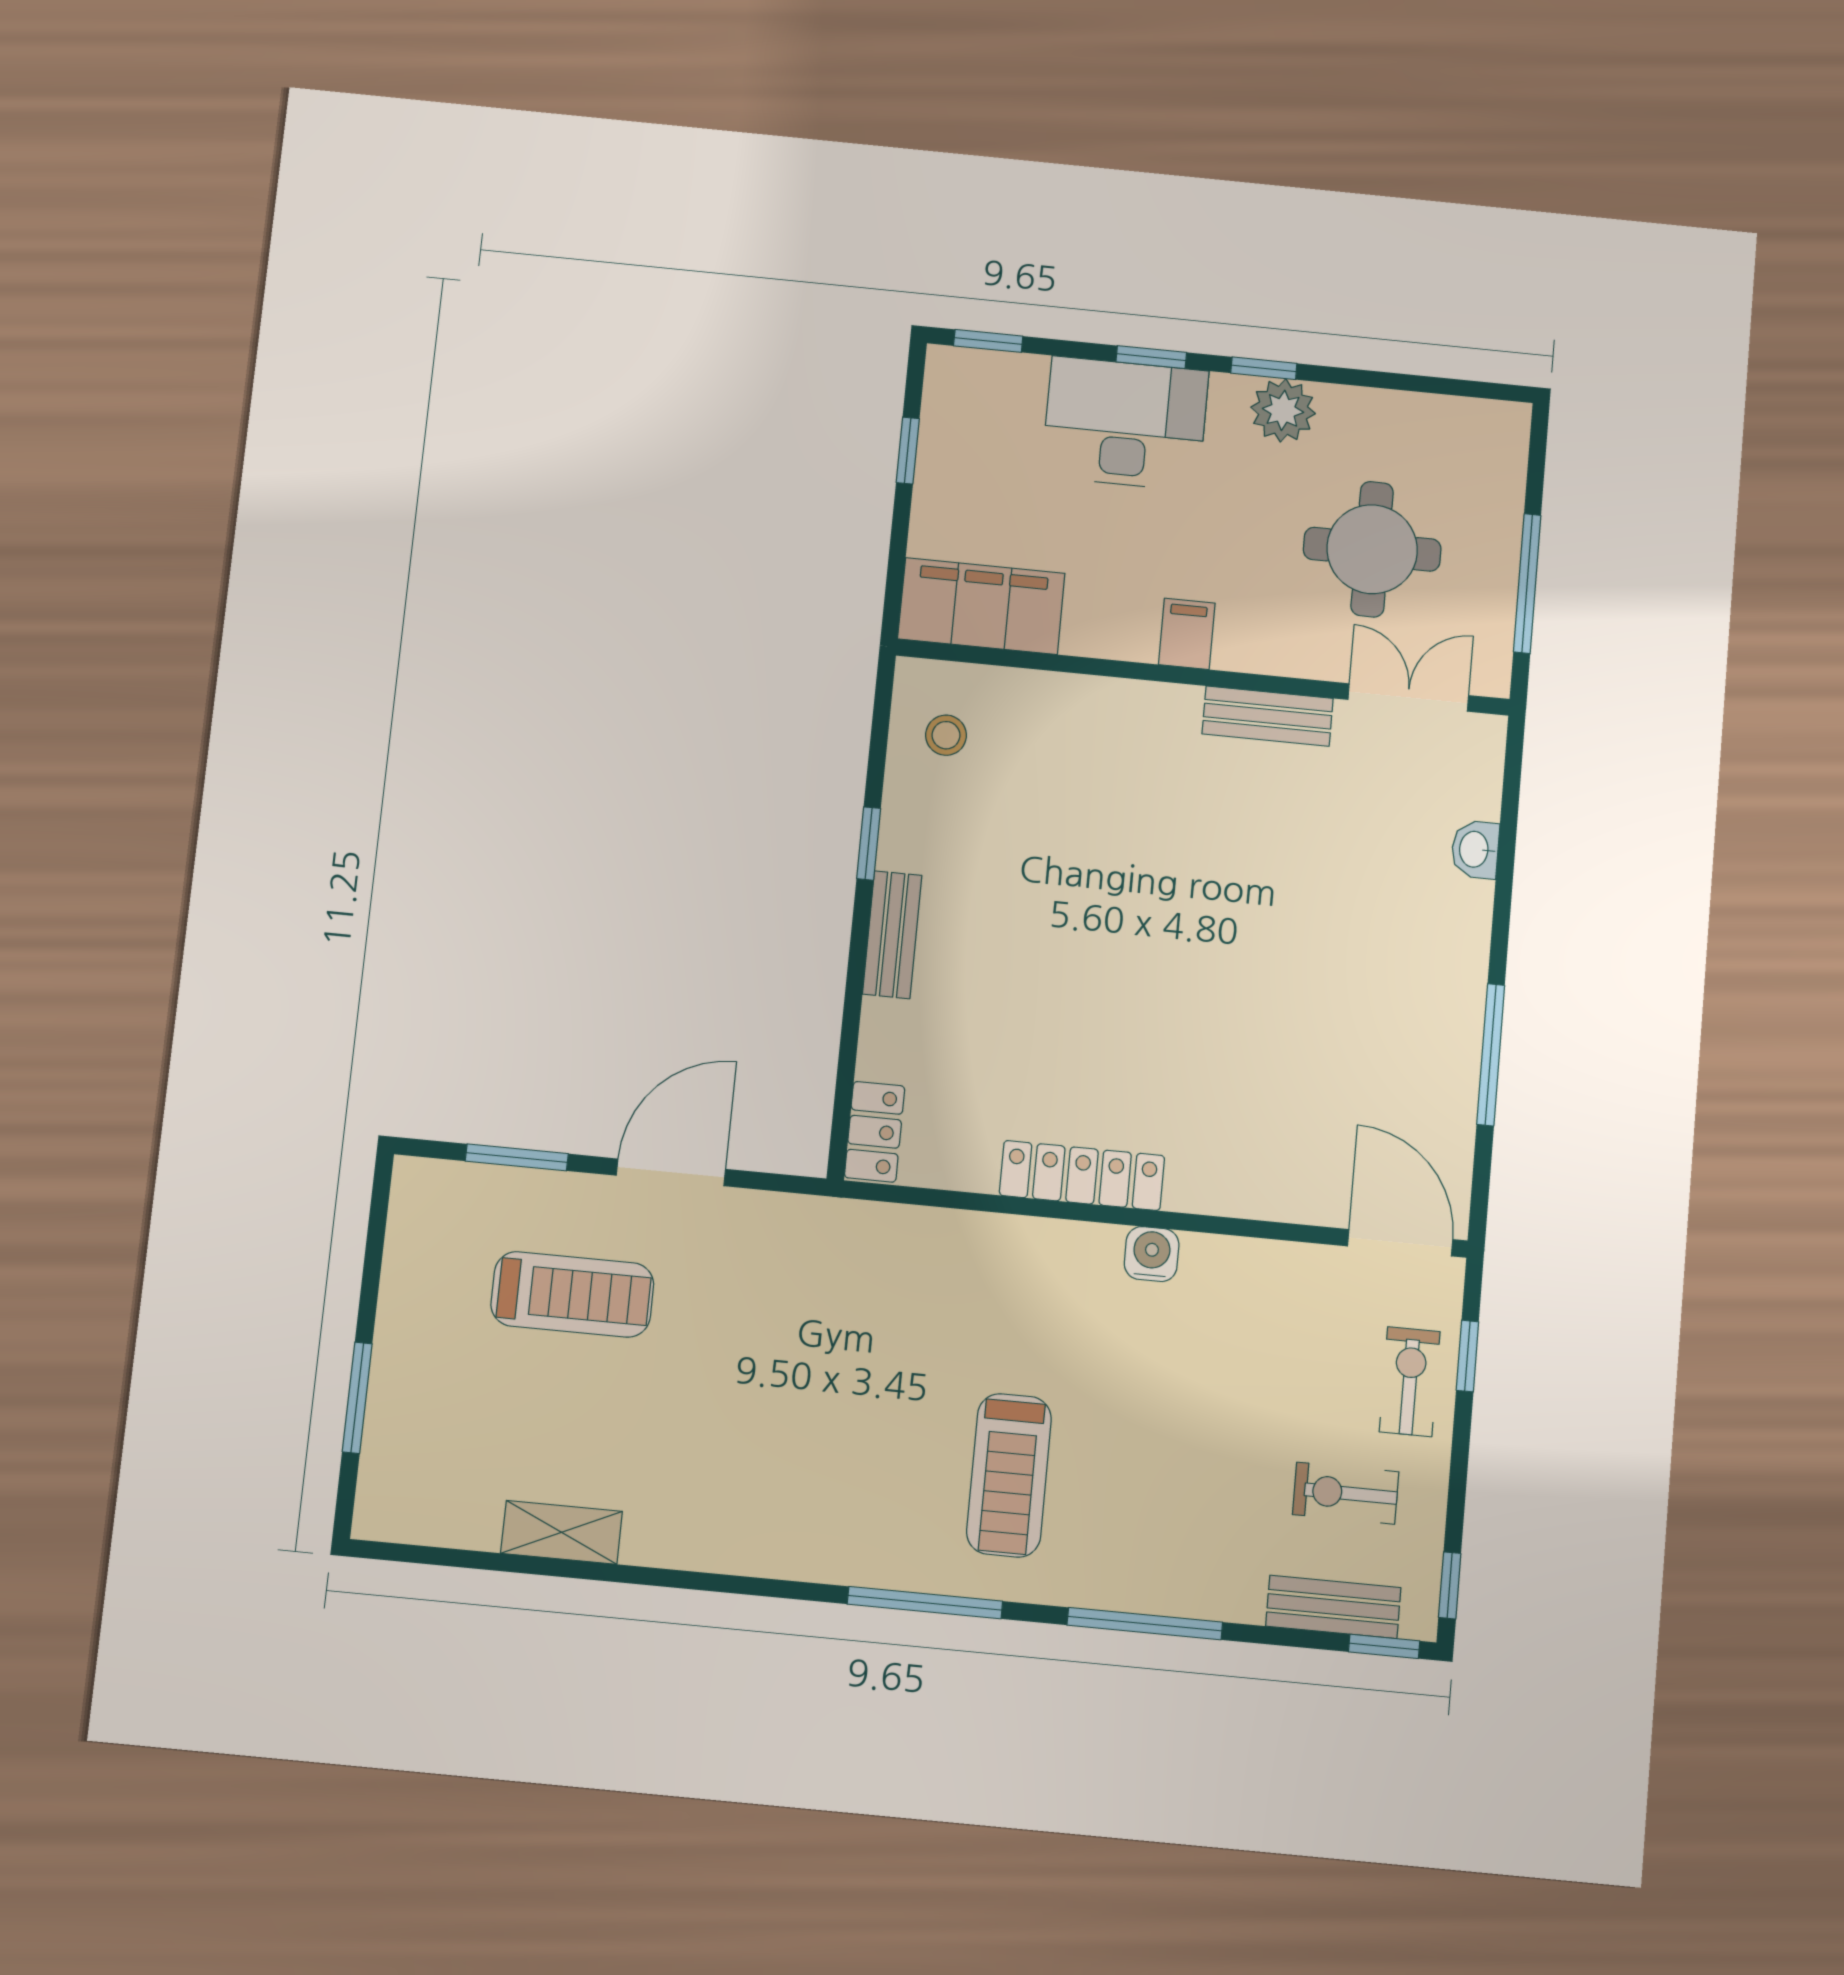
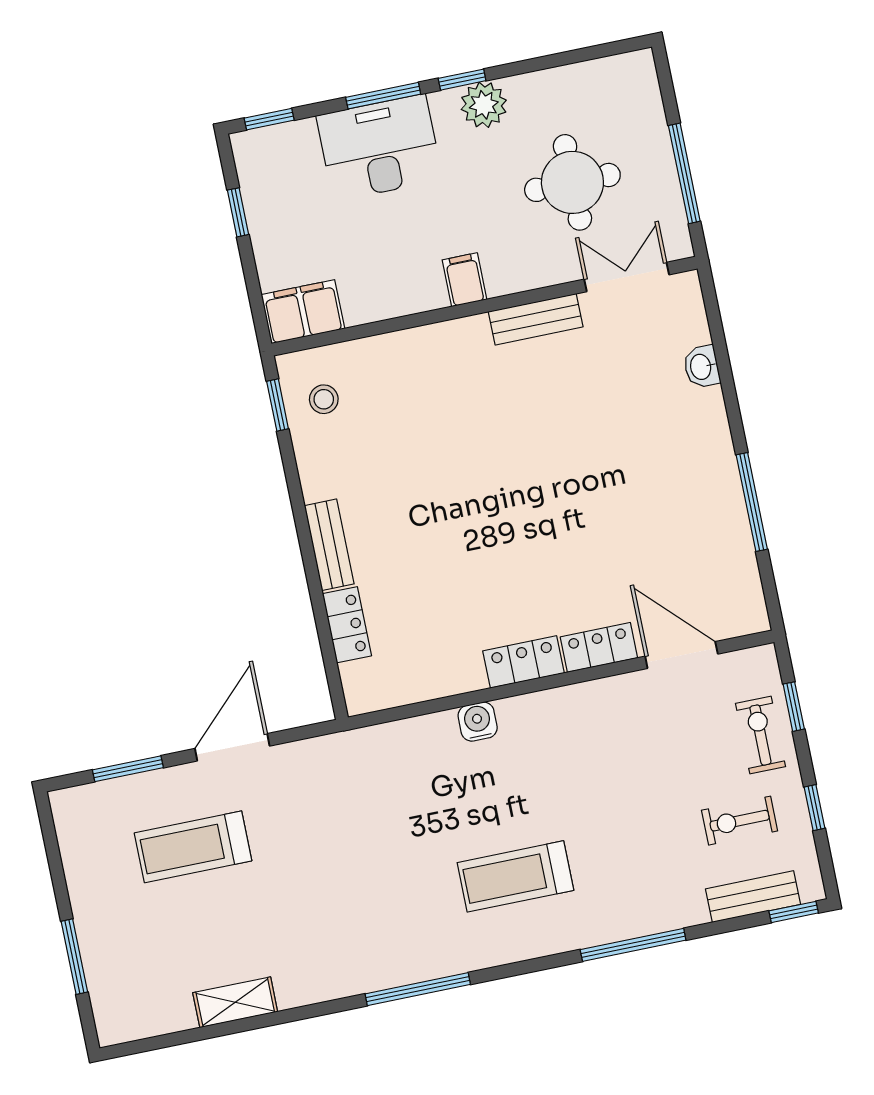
window: (1151, 357) -> (383, 96), width x1.50
filing cabinet: (981, 606) -> (303, 312), width x0.67, depth x0.86
window: (869, 844) -> (278, 405), moved
locker: (875, 1132) -> (347, 625), moved
locker: (1082, 1176) -> (523, 662), width x0.66
locker: (1221, 1190) -> (599, 647), added
door: (1400, 1243) -> (681, 655), moved
water cooler: (1152, 1254) -> (478, 722), moved
treadmill: (572, 1294) -> (193, 847), turned 180
treadmill: (1009, 1475) -> (515, 876), turned 90
window: (1450, 1585) -> (814, 808), moved
window: (925, 1603) -> (418, 989), moved

